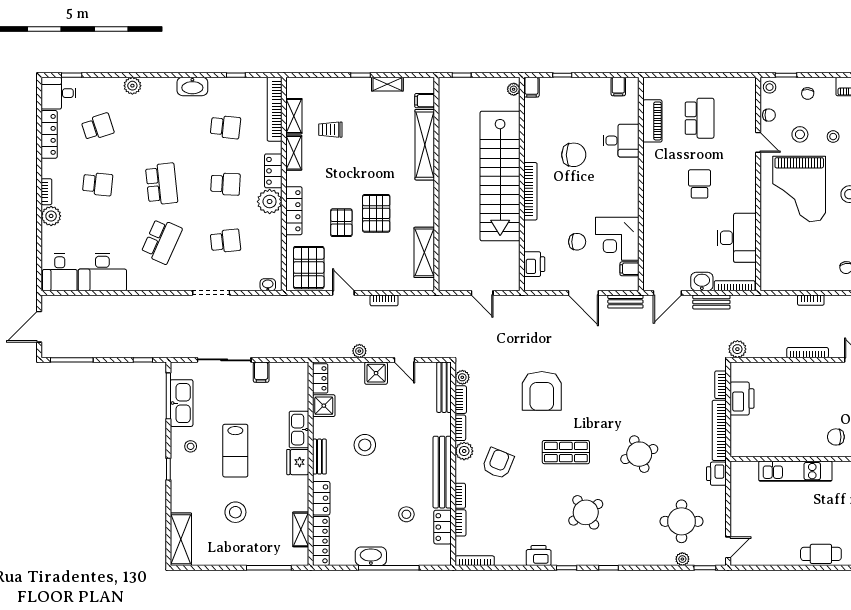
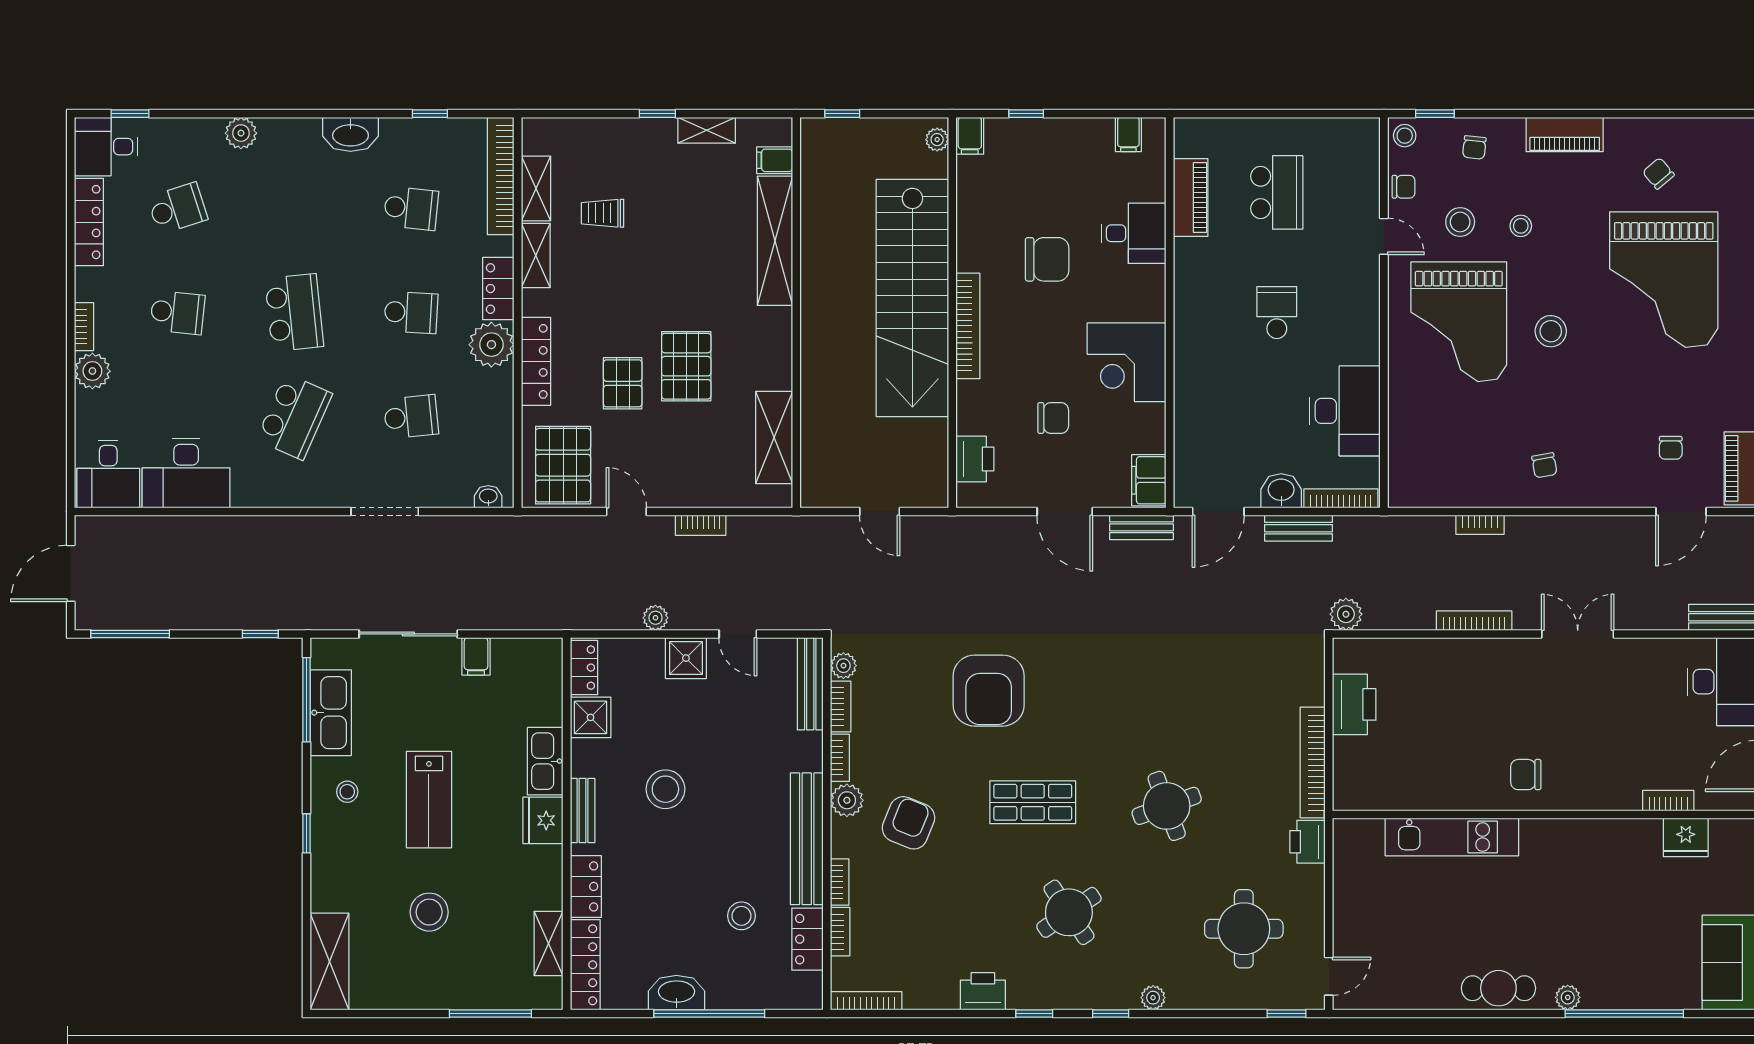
corner desk: (617, 239) -> (1127, 362), moved
filing cabinet: (629, 269) -> (1149, 480), width x2.00
bookcase: (720, 385) -> (1315, 679), removed
plant: (682, 559) -> (1153, 998), moved

